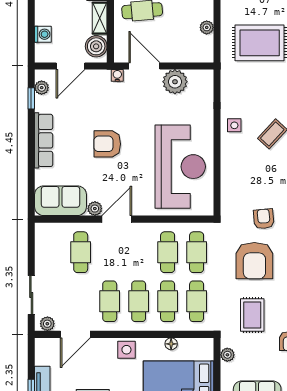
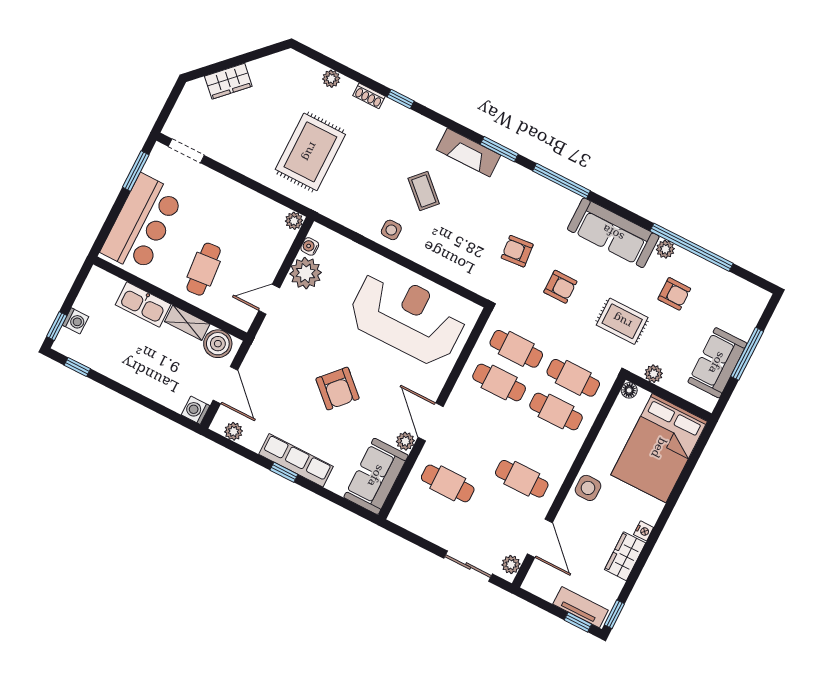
plant: (207, 27) -> (294, 221), moved
washing machine: (43, 34) -> (196, 410), moved, turned -90
door: (144, 66) -> (269, 299), width x0.73
water cooler: (117, 75) -> (310, 246), moved
window: (31, 98) -> (284, 472), moved
armchair: (107, 144) -> (338, 389), turned -47
armchair: (254, 261) -> (560, 287), width x0.53, depth x0.53
cafe table: (139, 301) -> (539, 445), removed
floor lamp: (171, 344) -> (629, 390), moved

